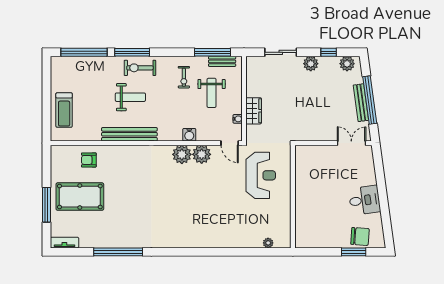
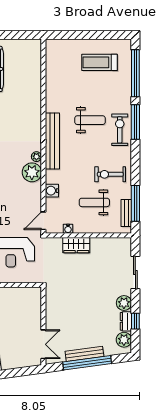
dresser: (329, 62) -> (126, 321), added
exercise bike: (184, 77) -> (110, 174), width x1.38, depth x1.39
weight bench: (130, 97) -> (90, 120), turned -90
treadmill: (64, 110) -> (99, 62), moved
bench: (129, 134) -> (52, 141), moved
water cooler: (189, 135) -> (52, 191), moved
plant: (202, 154) -> (36, 157), moved, width x0.53, depth x0.53
armchair: (89, 160) -> (26, 78), removed

